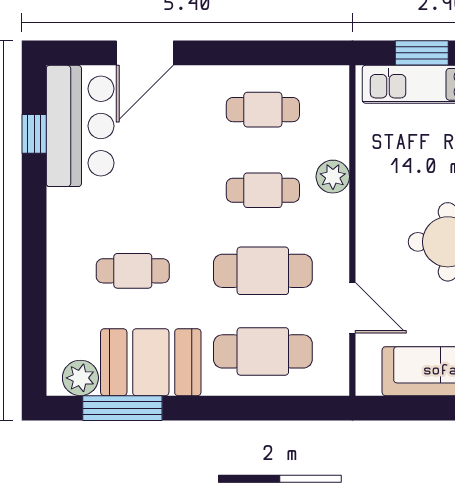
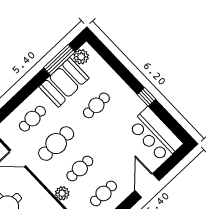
door: (145, 53) -> (147, 186), moved
window: (34, 134) -> (146, 97), moved
cafe table: (263, 351) -> (32, 119), width x0.73, depth x0.74

